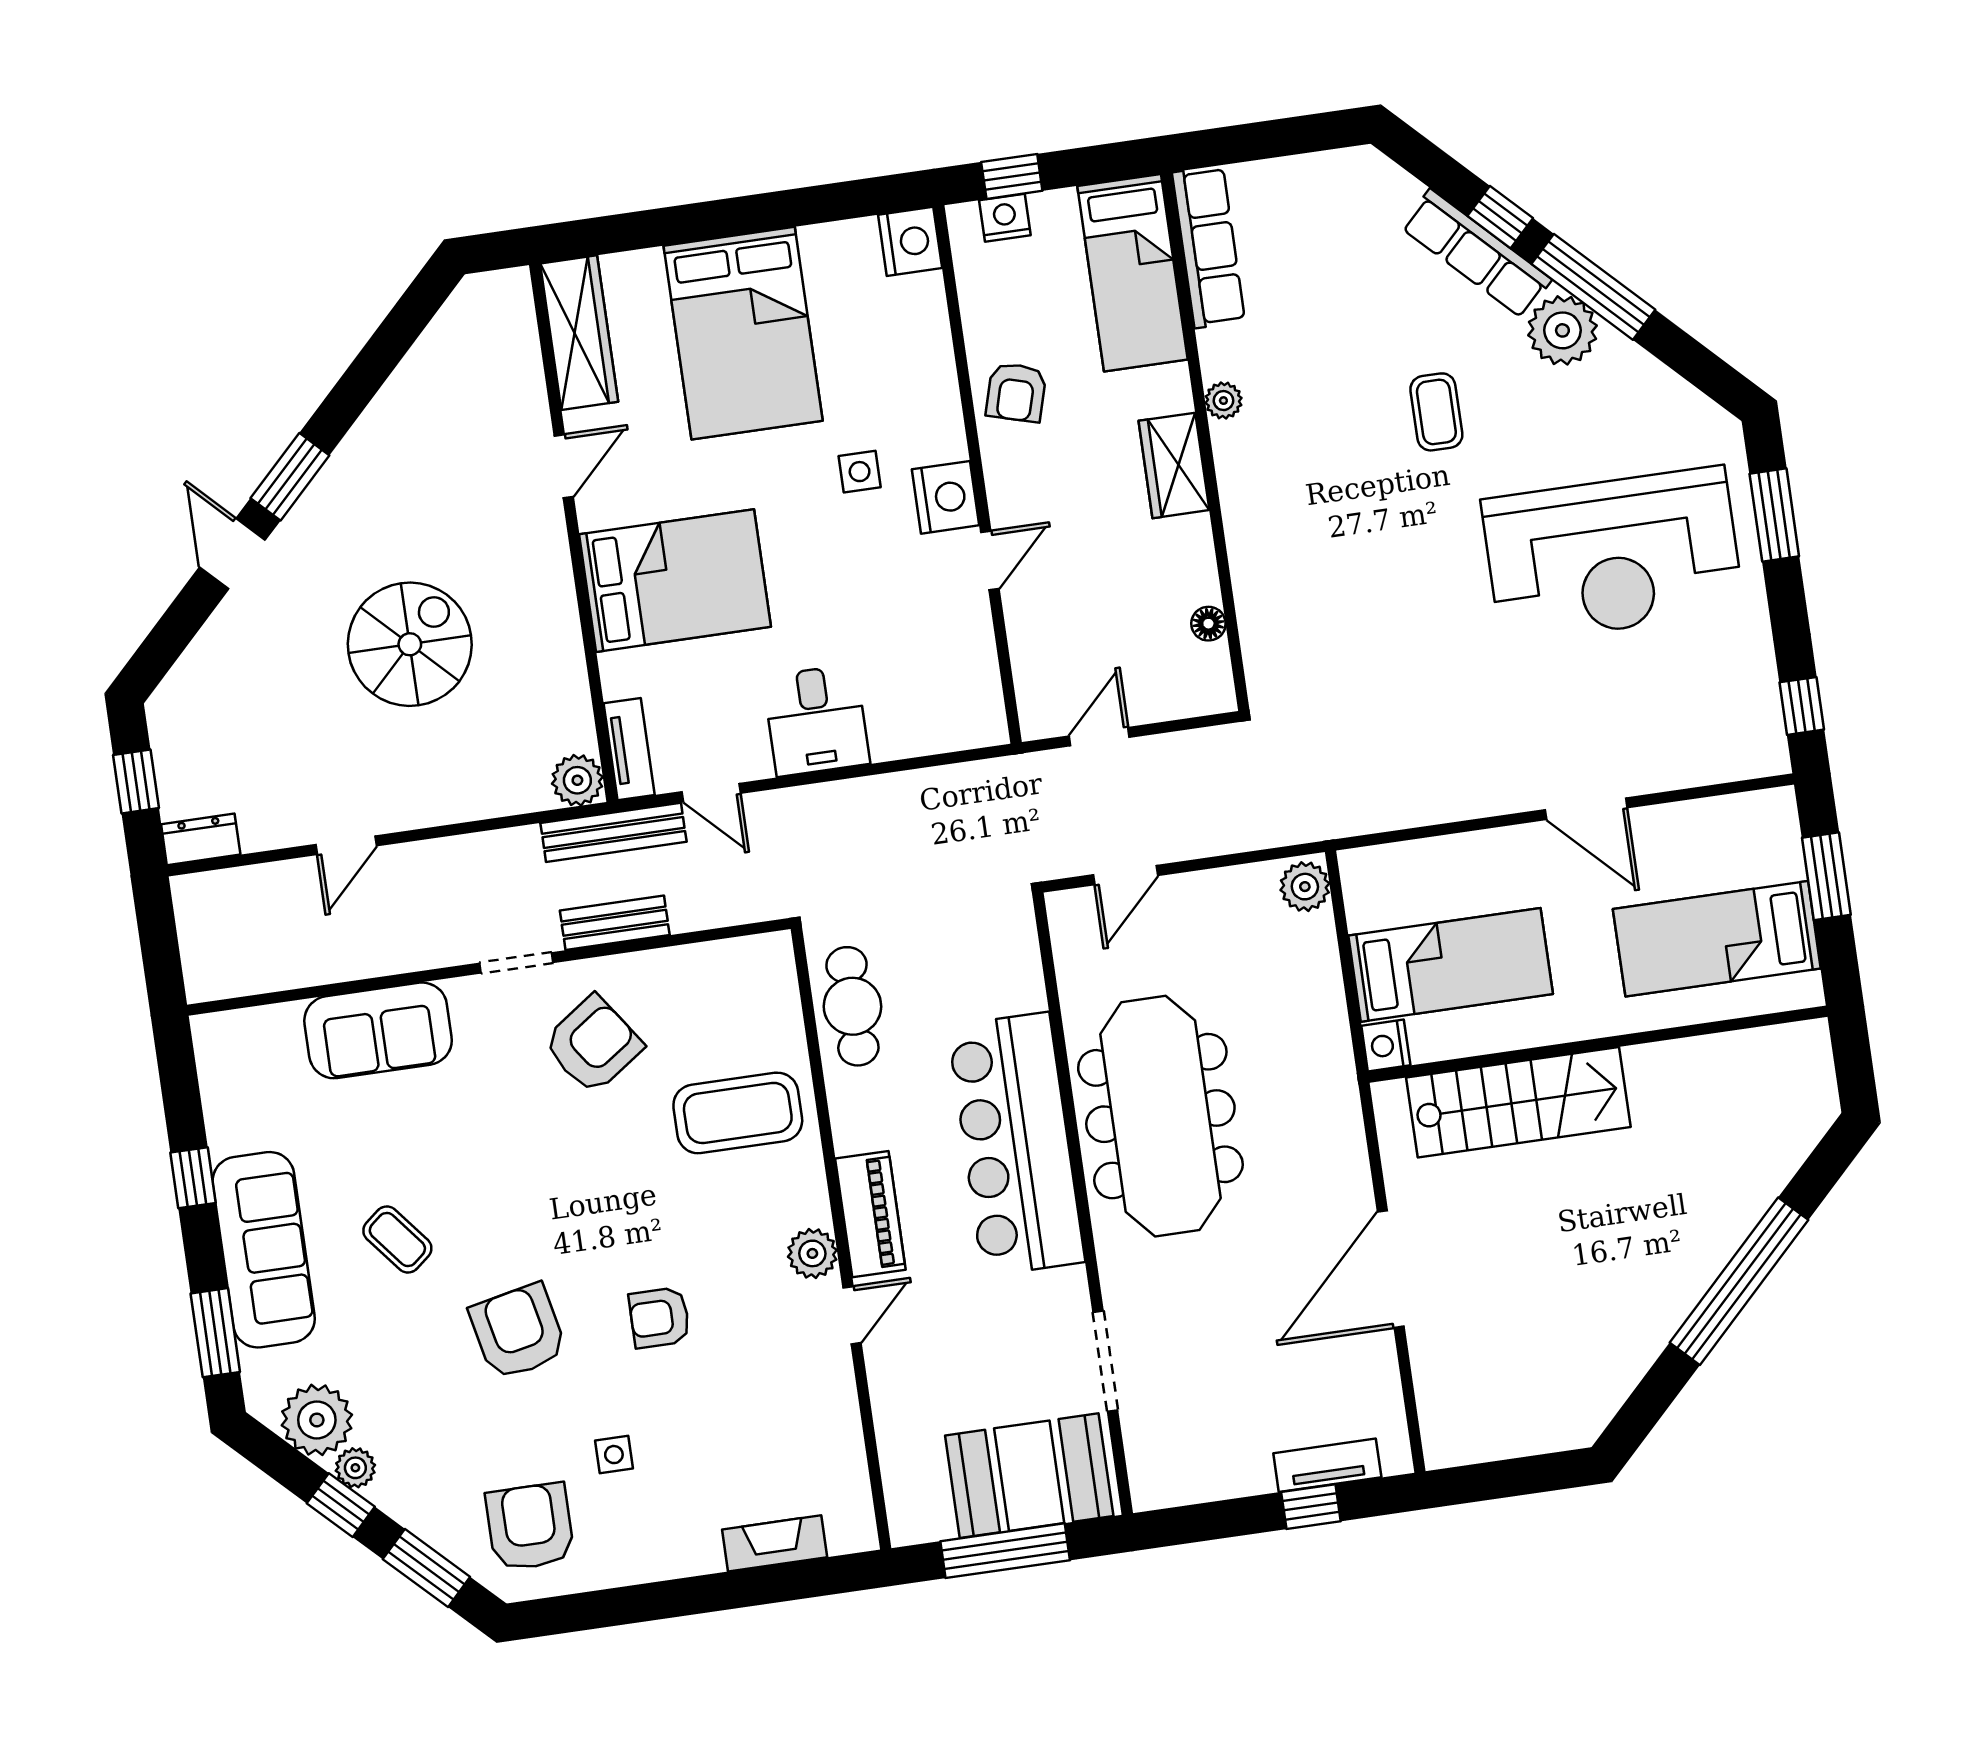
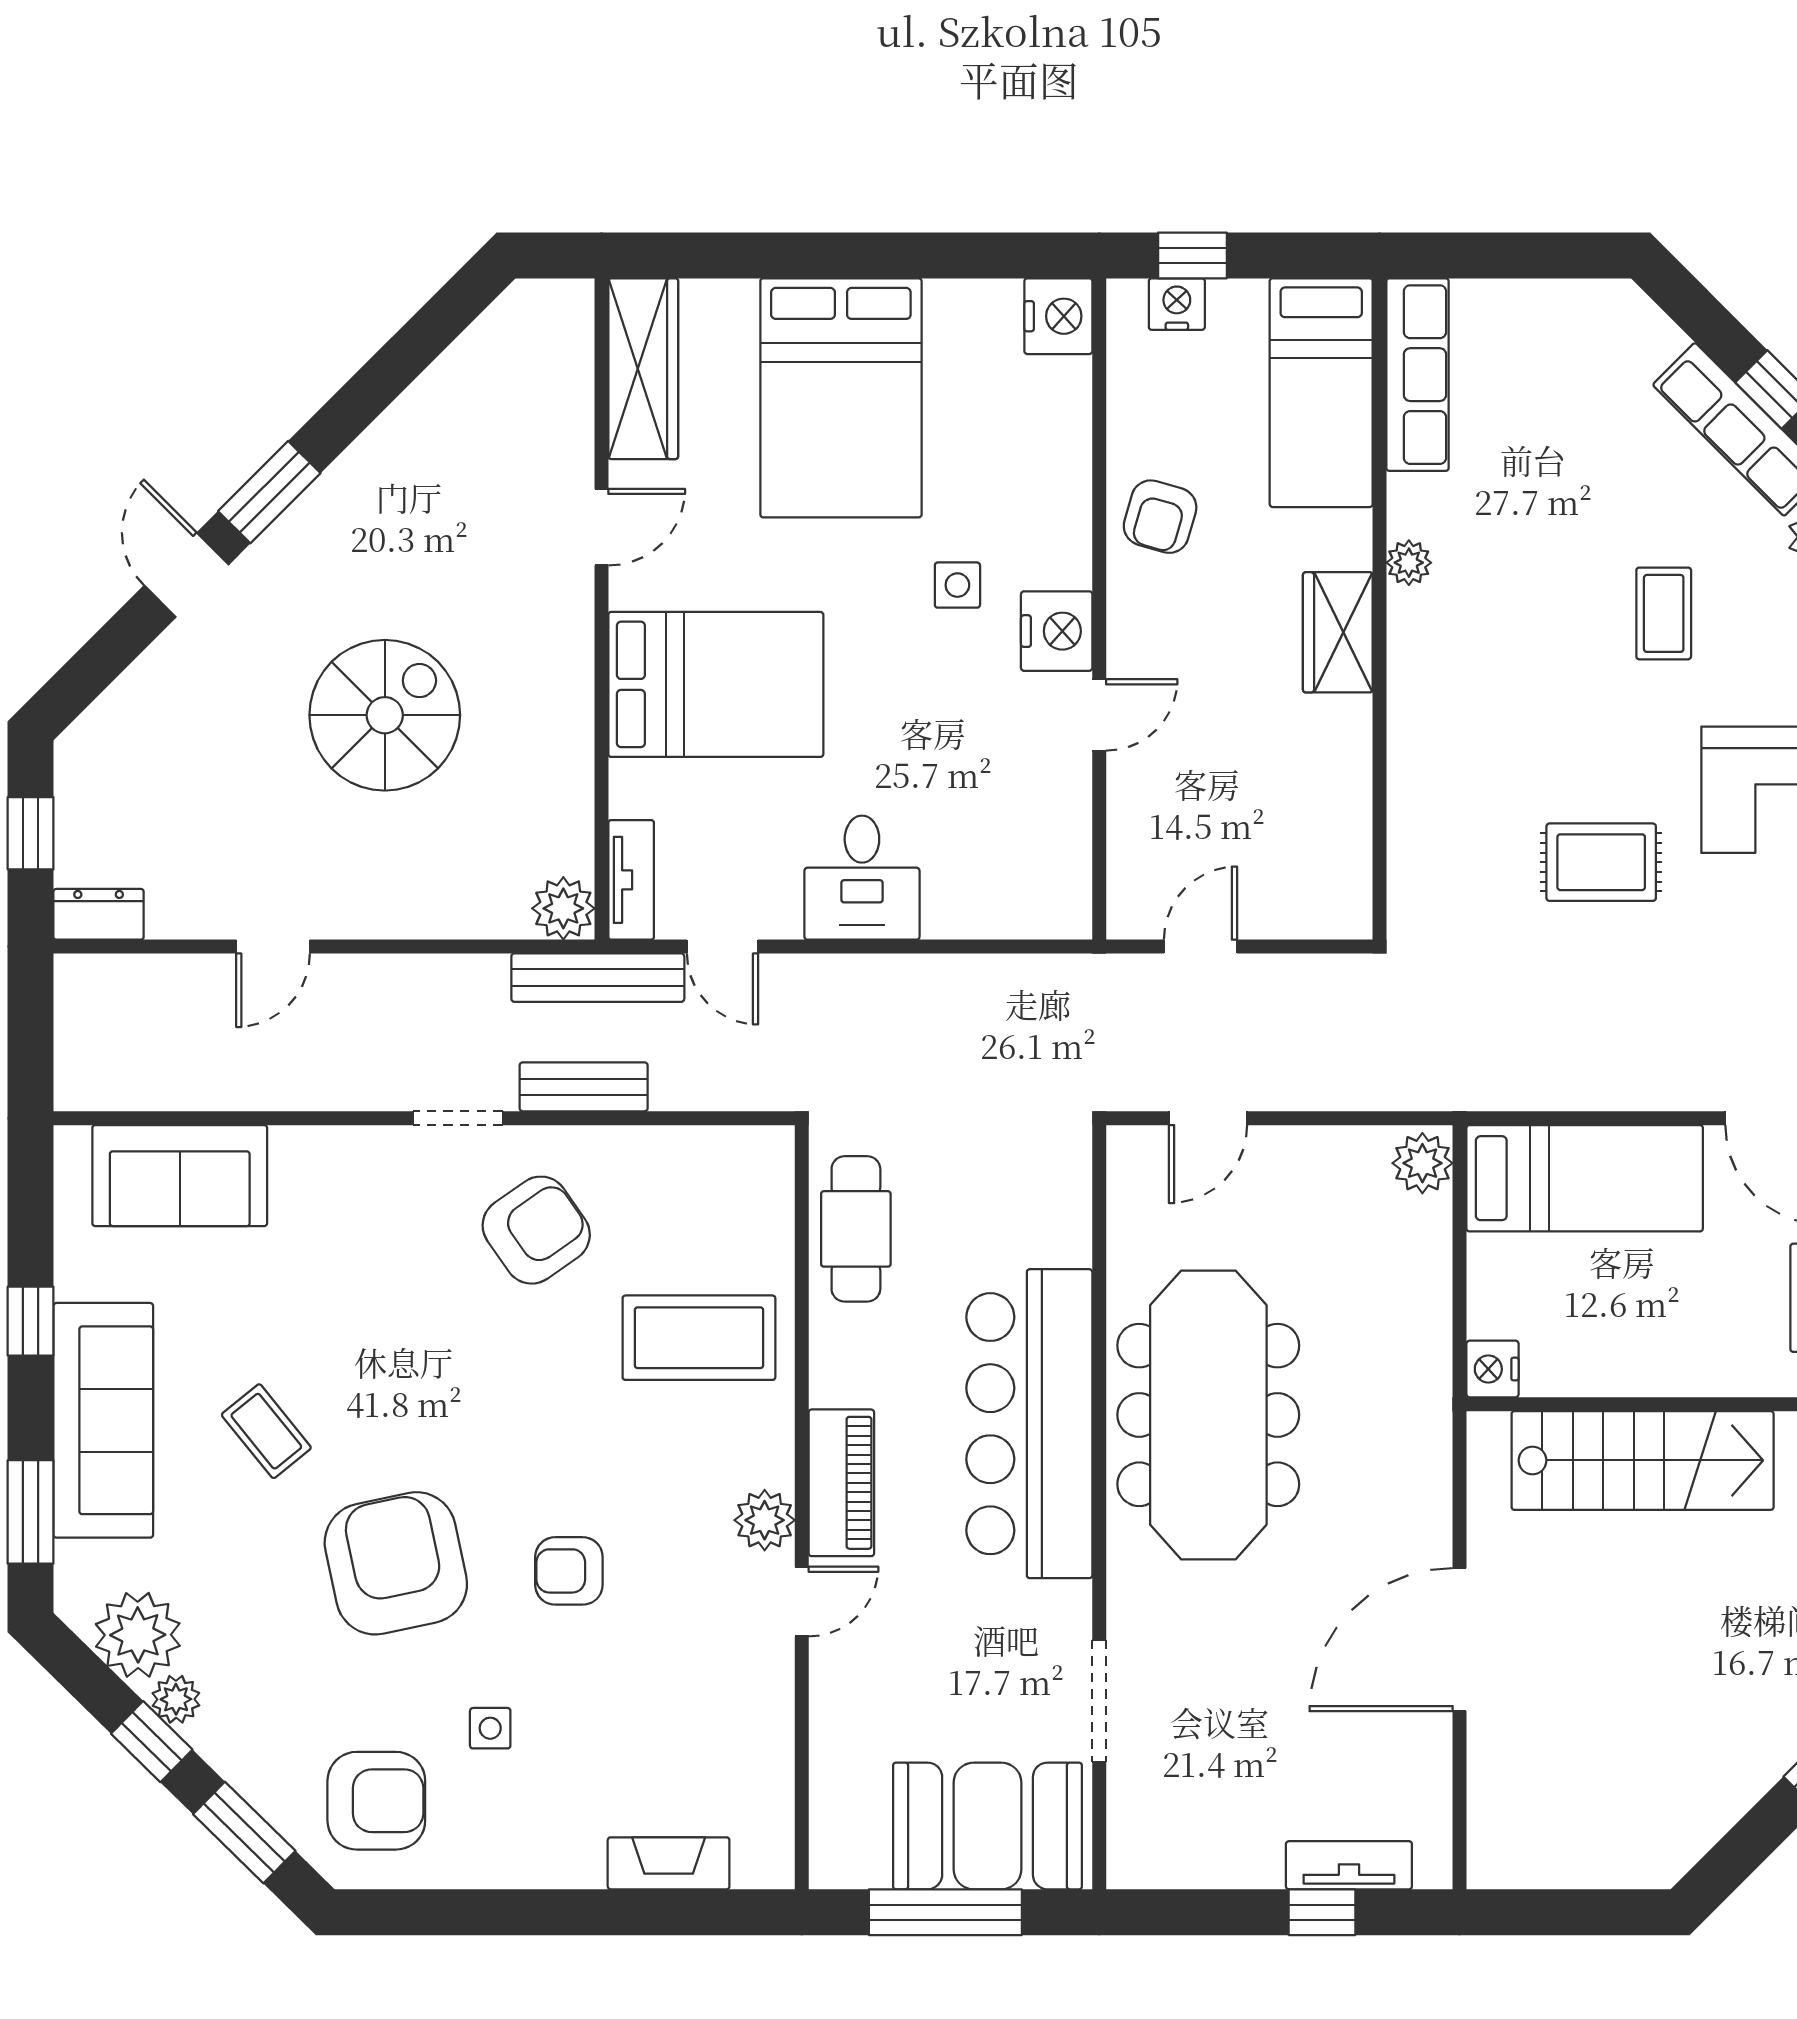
rug: (1415, 621) -> (1601, 862), added
floor lamp: (1208, 624) -> (1352, 829), removed
bed: (1451, 965) -> (1585, 1178), moved
sofa: (378, 1030) -> (180, 1176), moved
armchair: (518, 1332) -> (396, 1563), width x1.36, depth x1.36
armchair: (530, 1527) -> (376, 1801), turned 90

